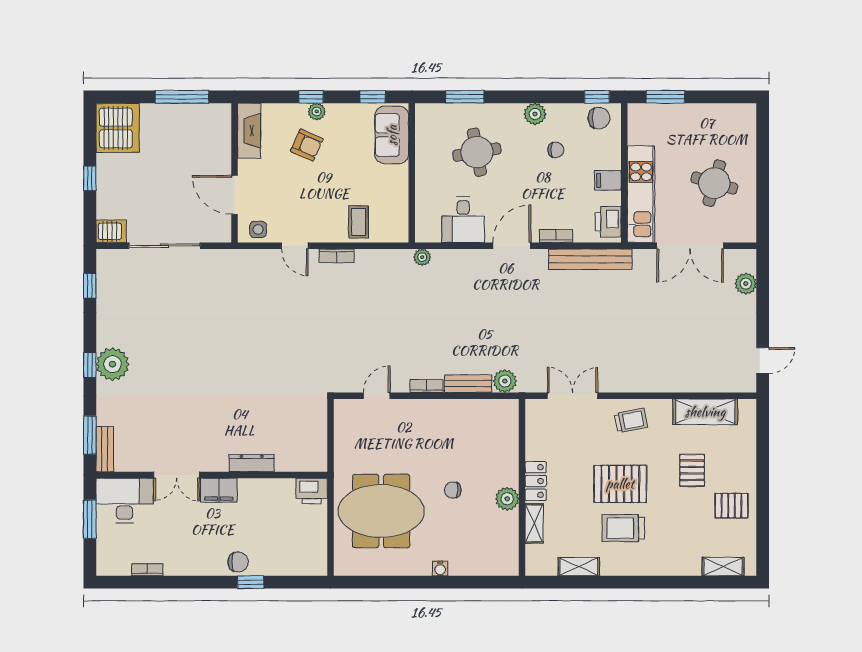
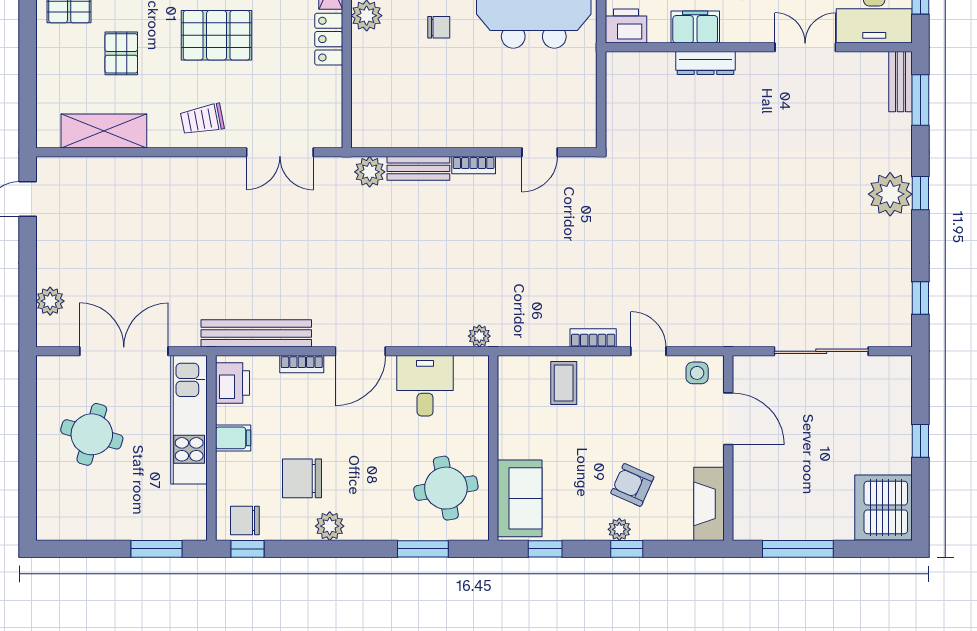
chair: (556, 150) -> (302, 478), width x1.87, depth x1.87
round table: (477, 152) -> (446, 488), moved
server rack: (111, 231) -> (892, 371), removed
filing cabinet: (219, 490) -> (695, 27), moved

